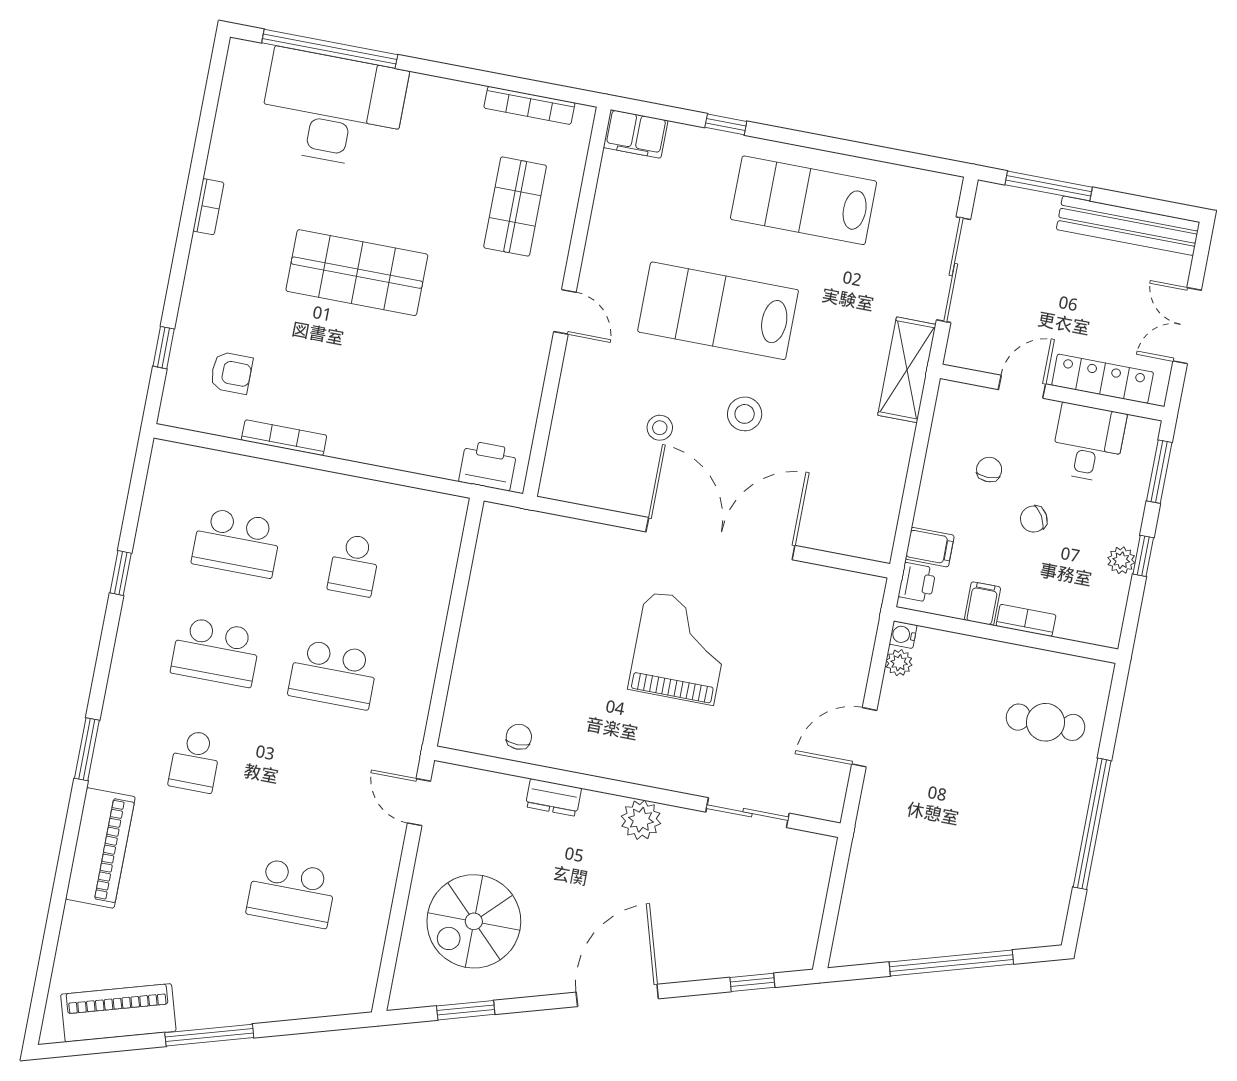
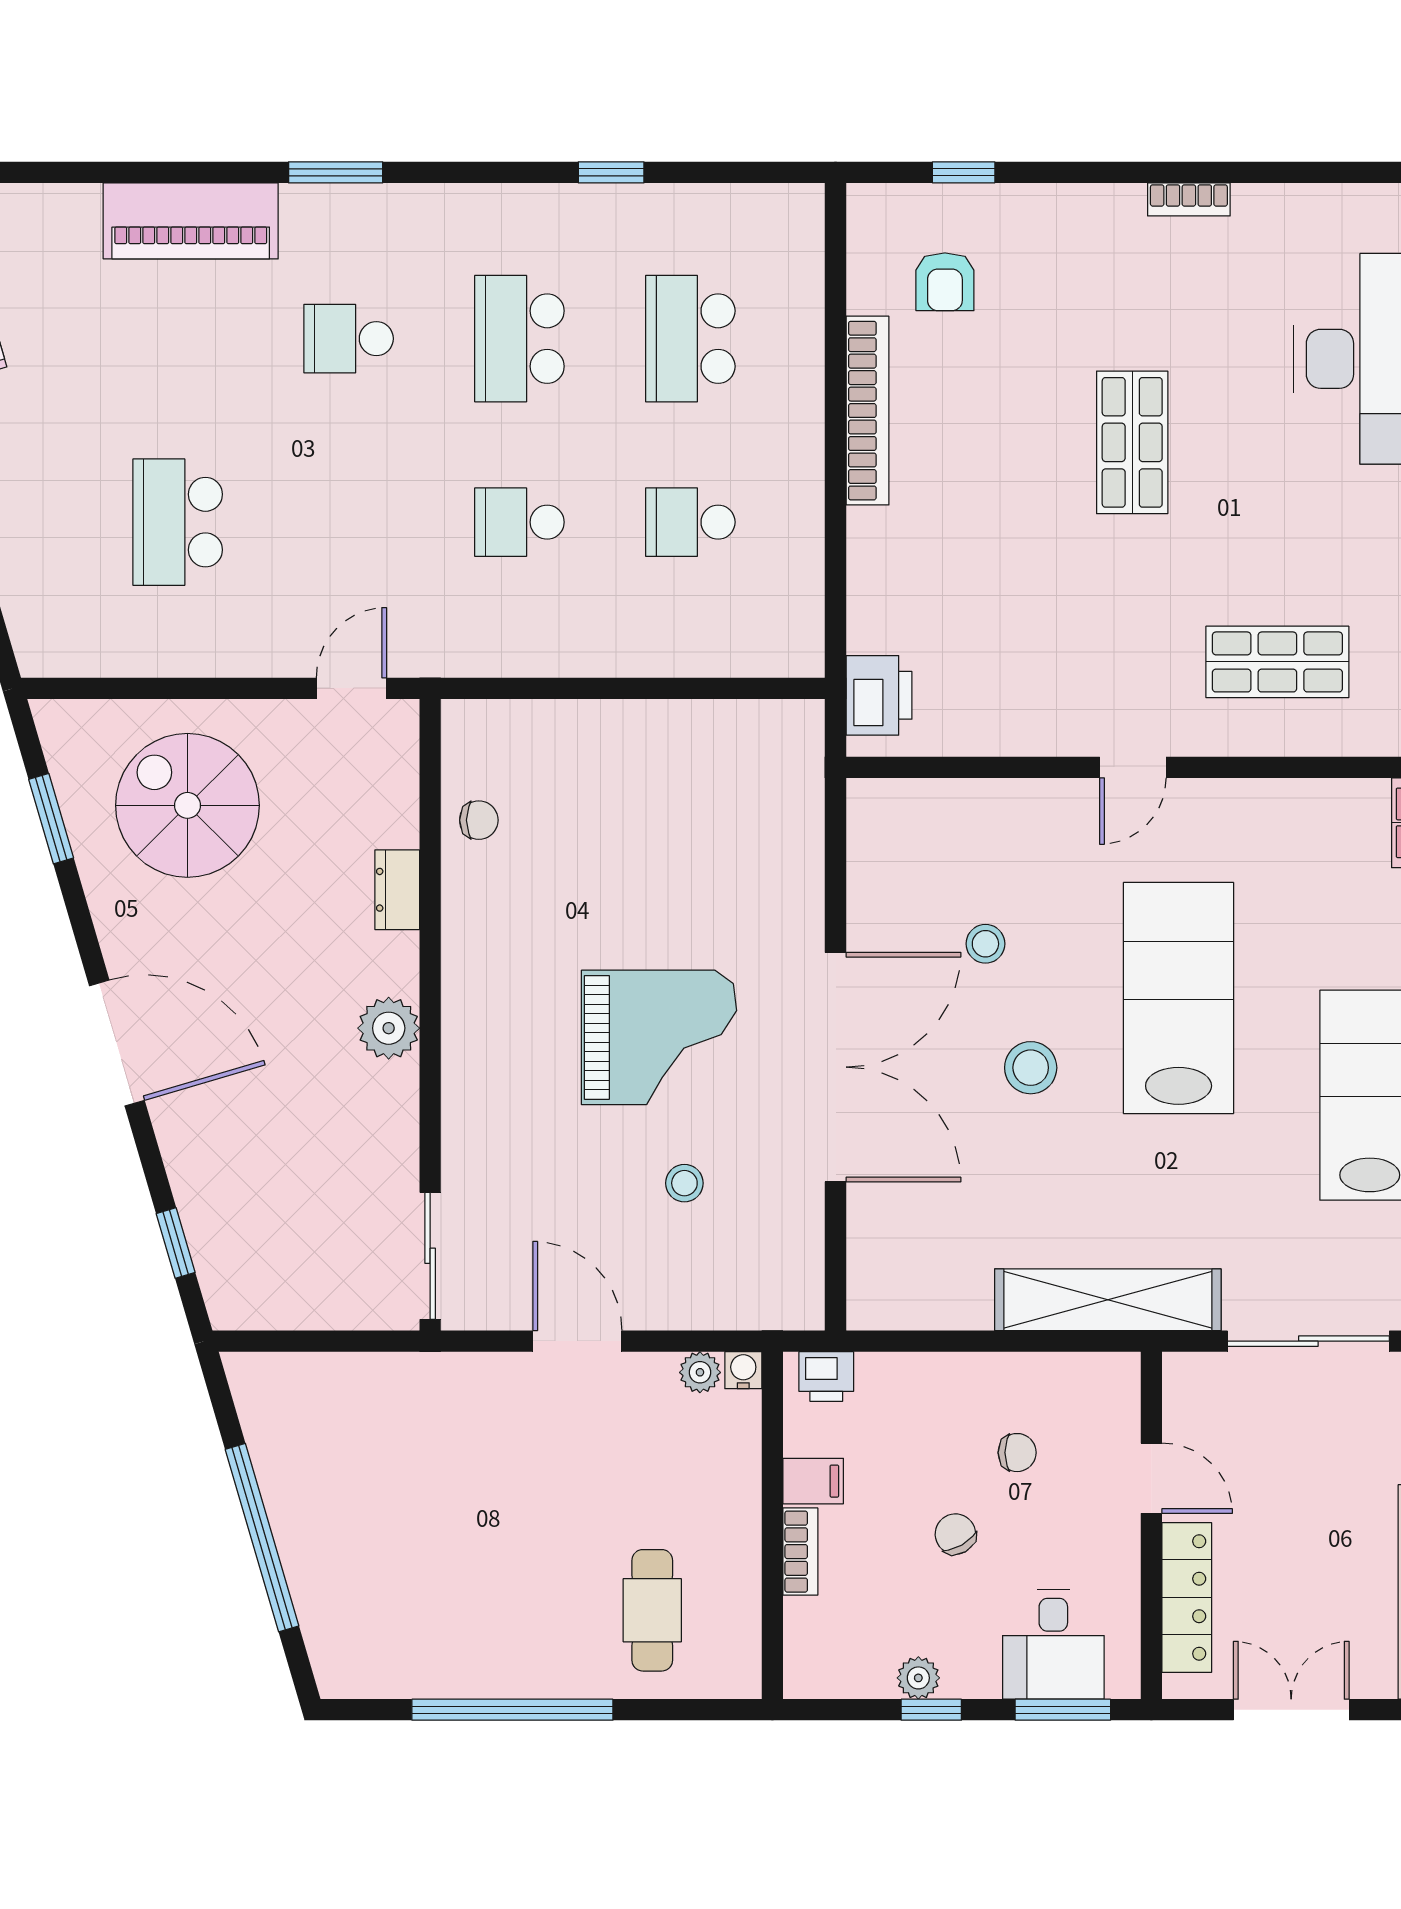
shop shelf: (357, 273) -> (1132, 442), width x0.70, depth x0.74
shelving: (907, 370) -> (1108, 1300), width x1.47
bookcase: (284, 438) -> (867, 411), width x1.48, depth x1.31
desk: (1088, 443) -> (1053, 1644), moved, turned 90
filing cabinet: (930, 547) -> (883, 1385), removed
stool: (776, 650) -> (684, 1183), added
school desk: (333, 674) -> (519, 522), width x0.54
sliding door: (747, 813) -> (430, 1256), moved

